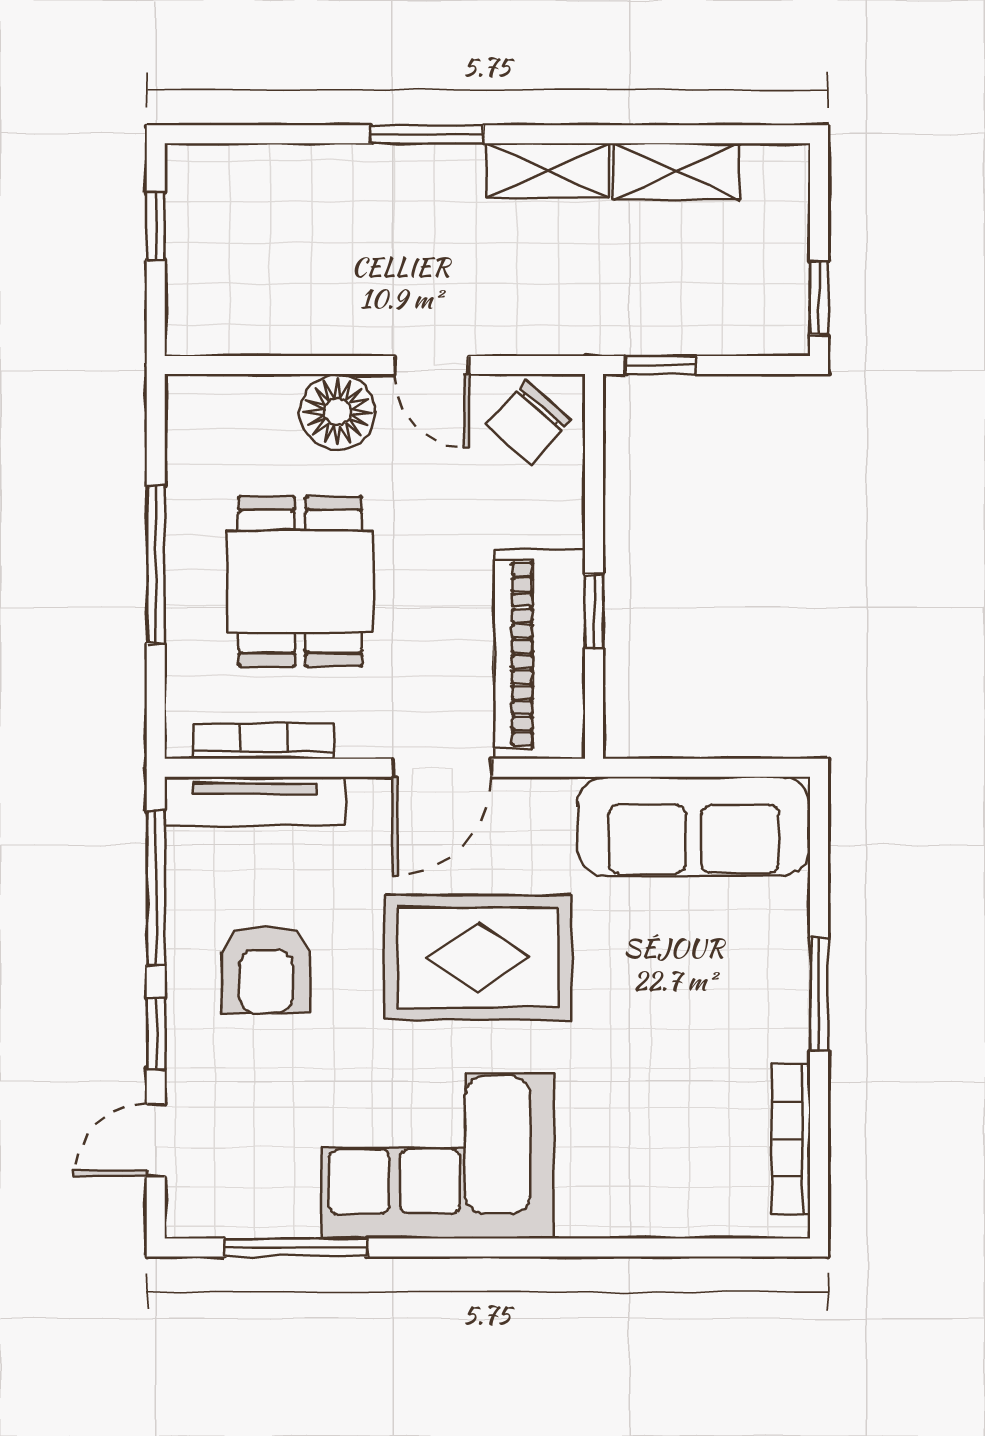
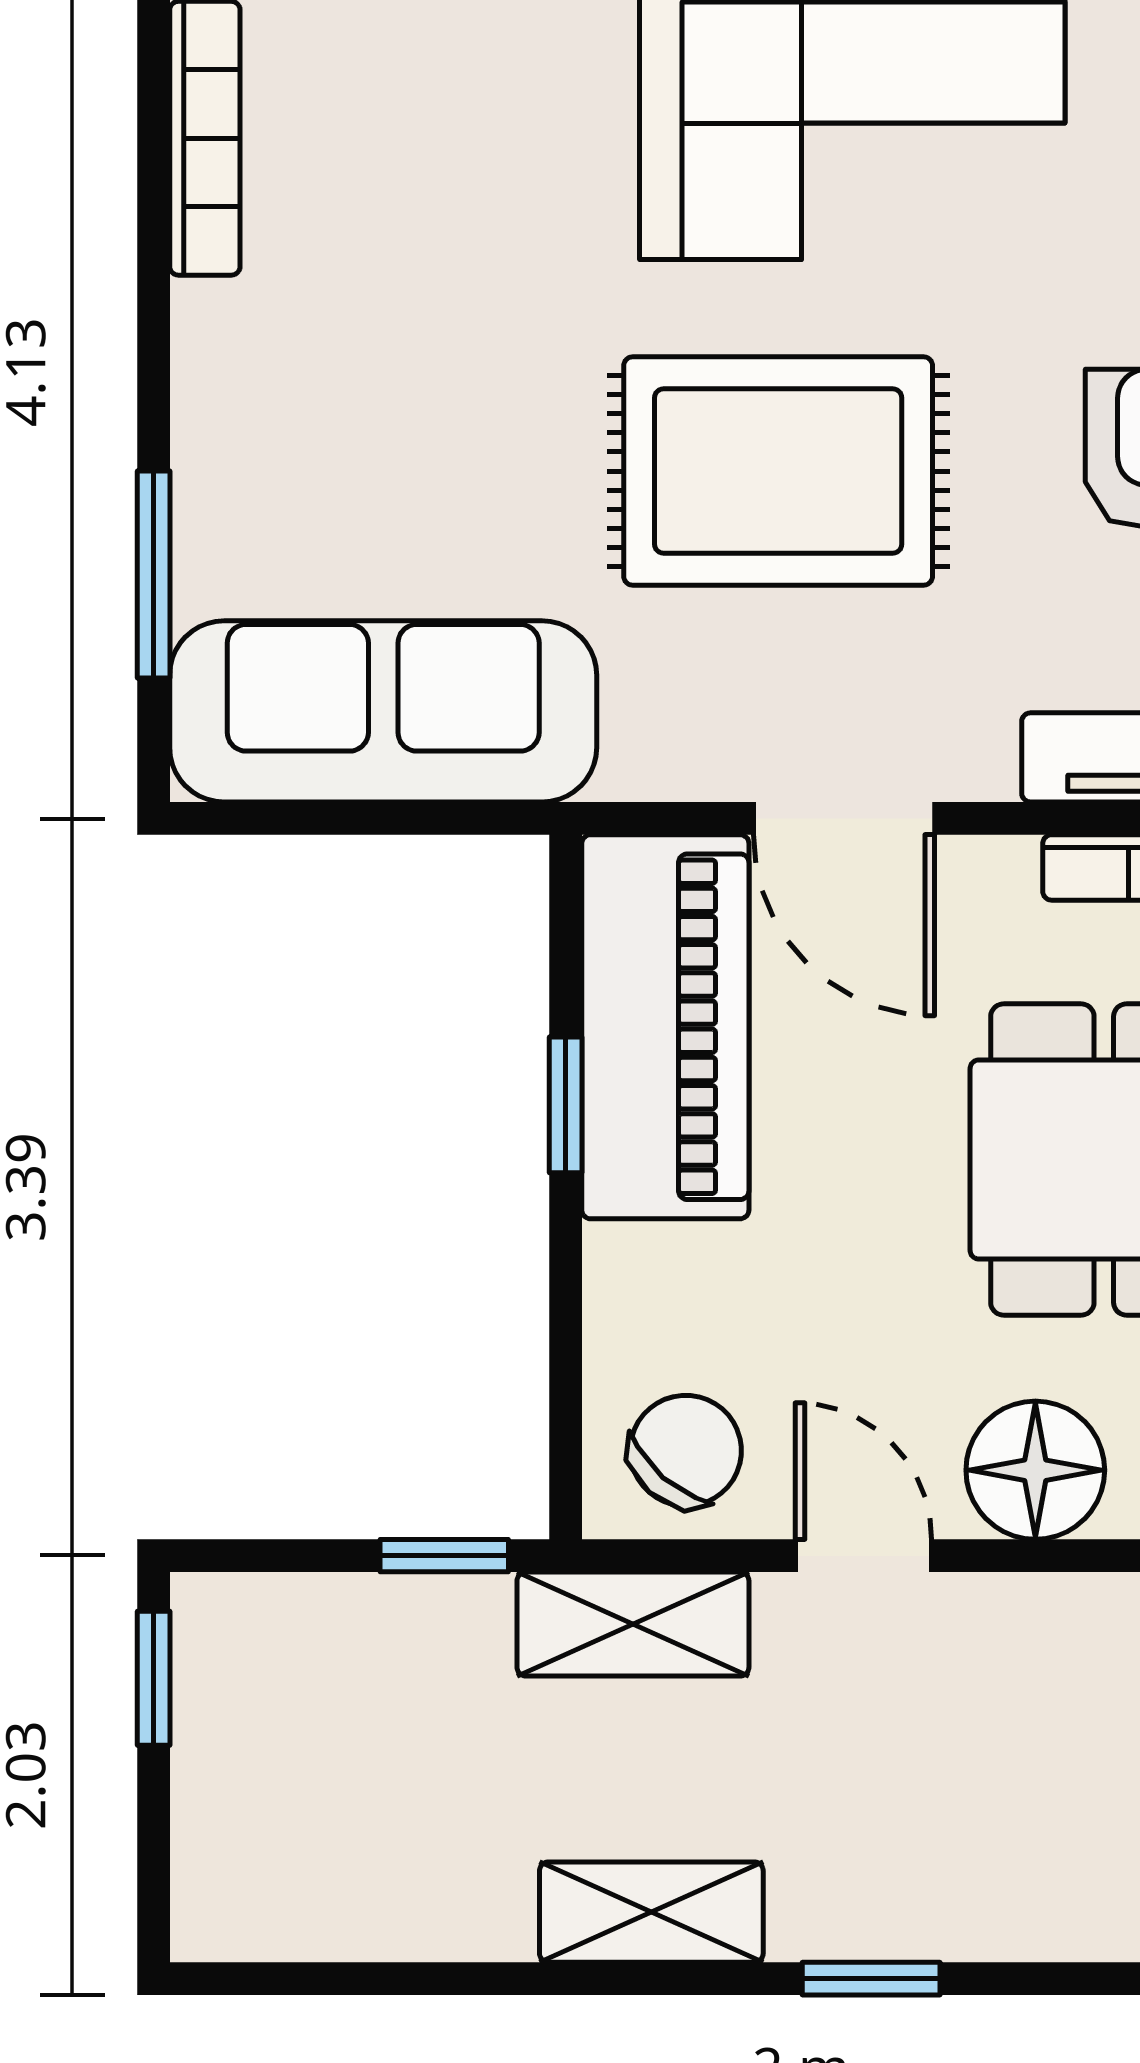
window: (427, 134) -> (871, 1979), width x0.67
shelving: (676, 172) -> (633, 1624), moved
door: (442, 768) -> (844, 818), swing flipped
window: (819, 994) -> (154, 574), moved

